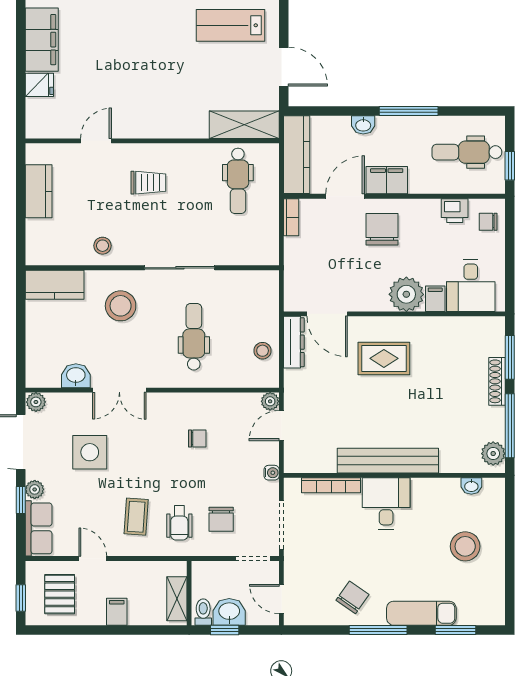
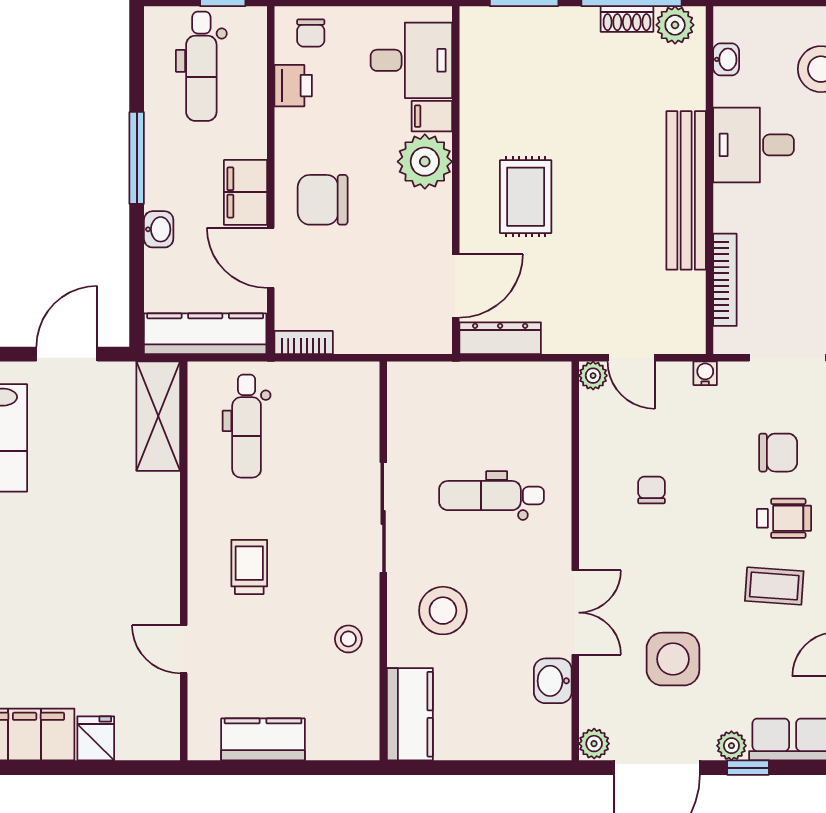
dental chair: (238, 181) -> (247, 426), turned 90
stool: (263, 351) -> (513, 387), removed
shoe rack: (497, 381) -> (627, 19), moved, width x0.70
desk: (386, 503) -> (753, 145), moved

